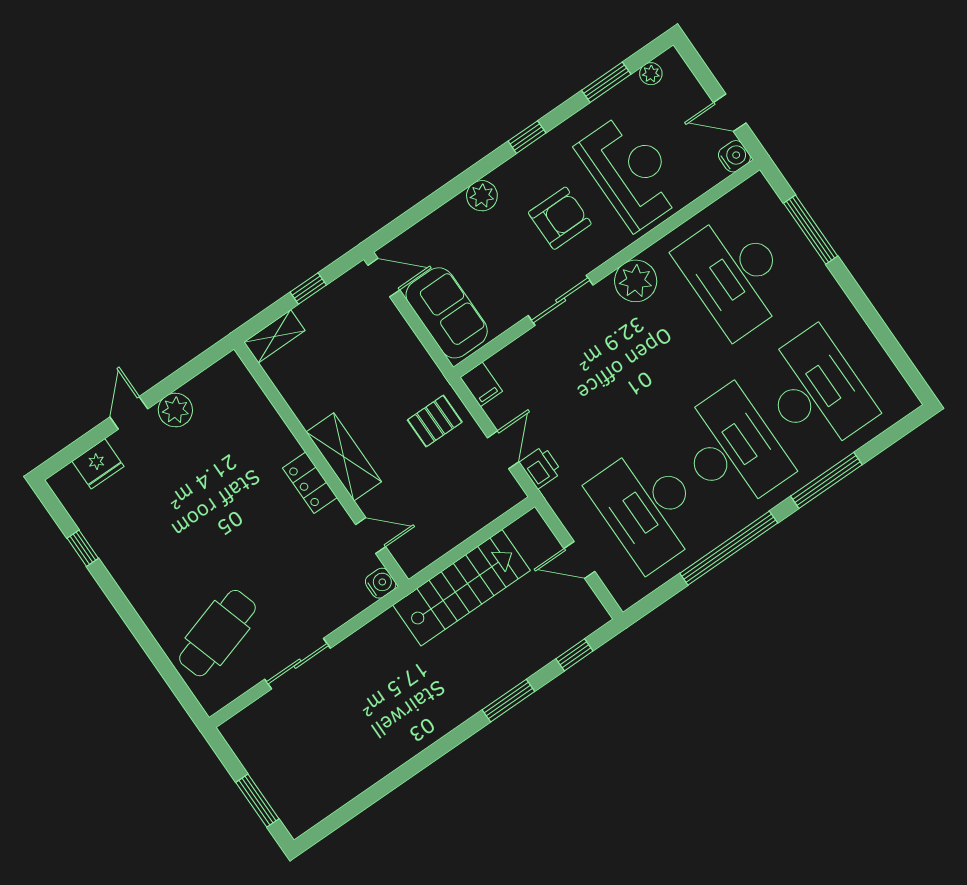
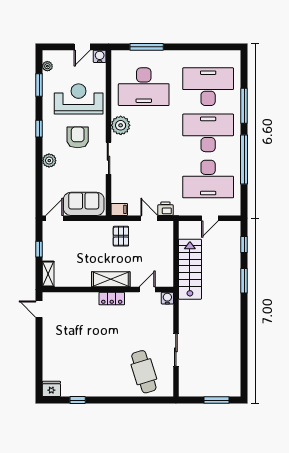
plant: (175, 410) -> (50, 330), removed
door: (129, 413) -> (39, 309), moved
fridge: (98, 464) -> (51, 389), moved, turned -90

